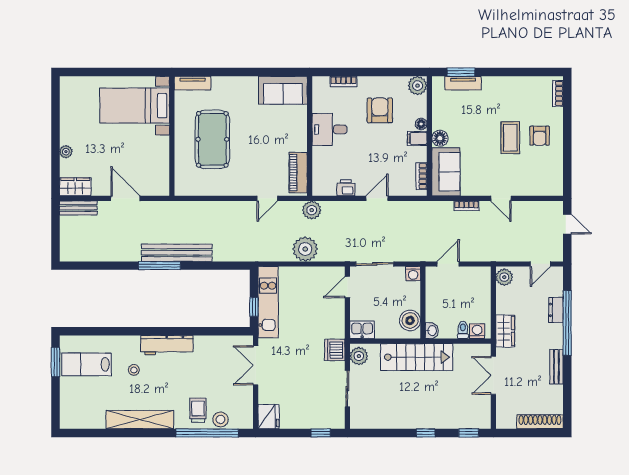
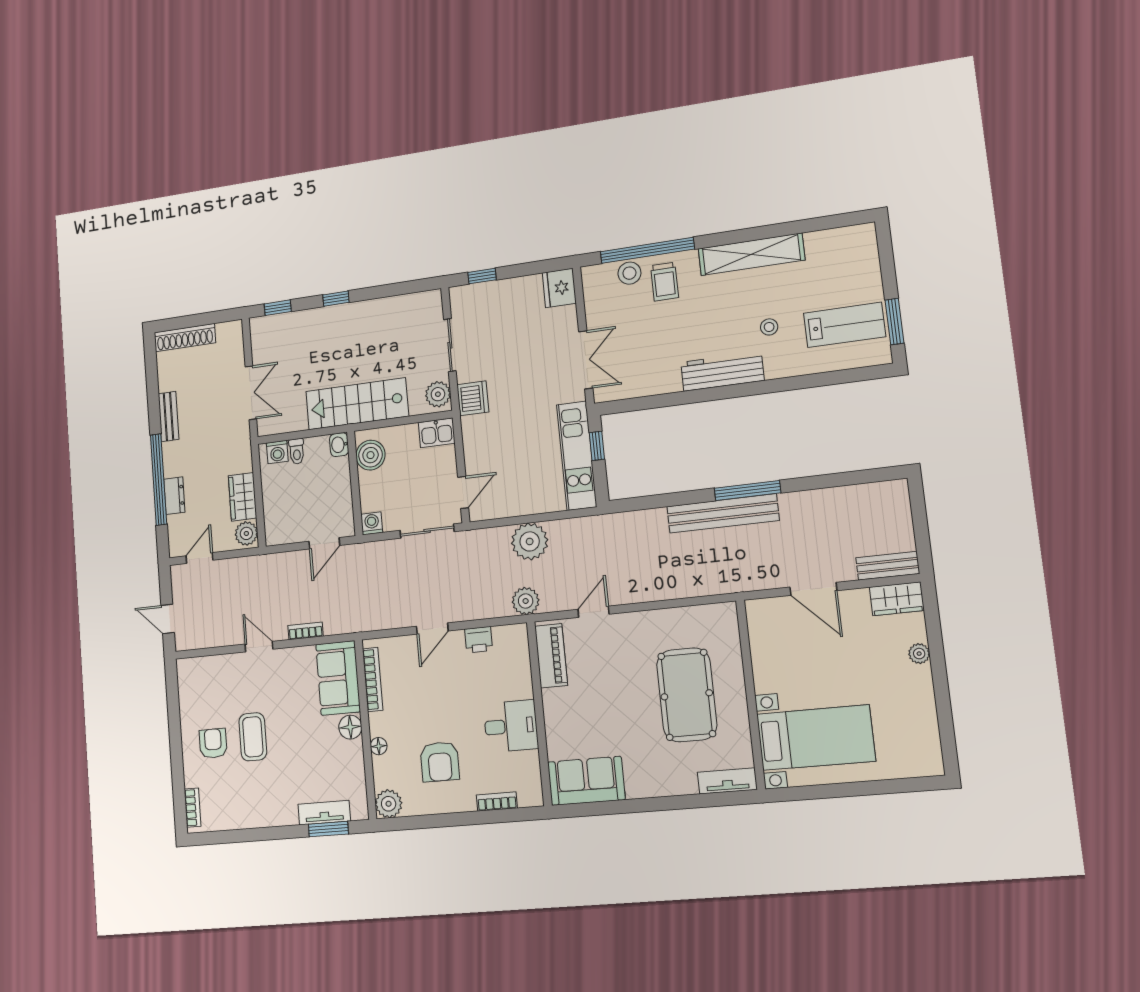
filing cabinet: (417, 138) -> (382, 724), removed
bookcase: (422, 176) -> (373, 679), width x1.56
wardrobe: (505, 331) -> (242, 497), moved

